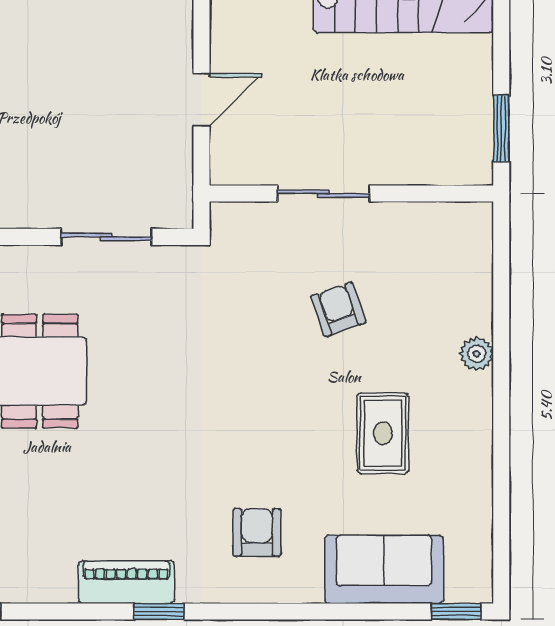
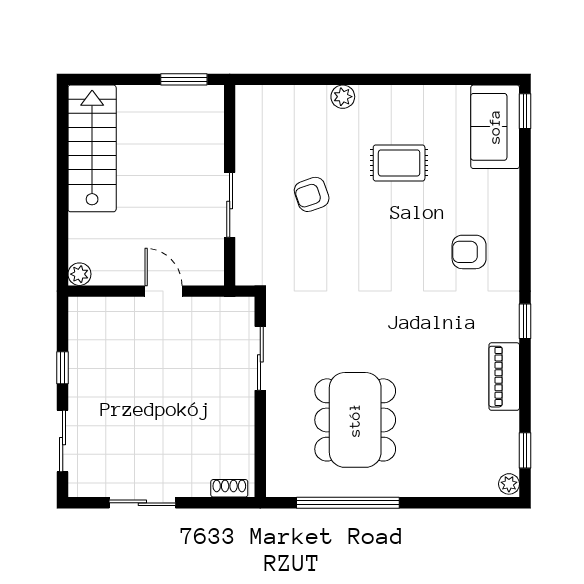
sofa: (384, 569) -> (495, 127), moved
piano: (126, 582) -> (504, 377), moved

